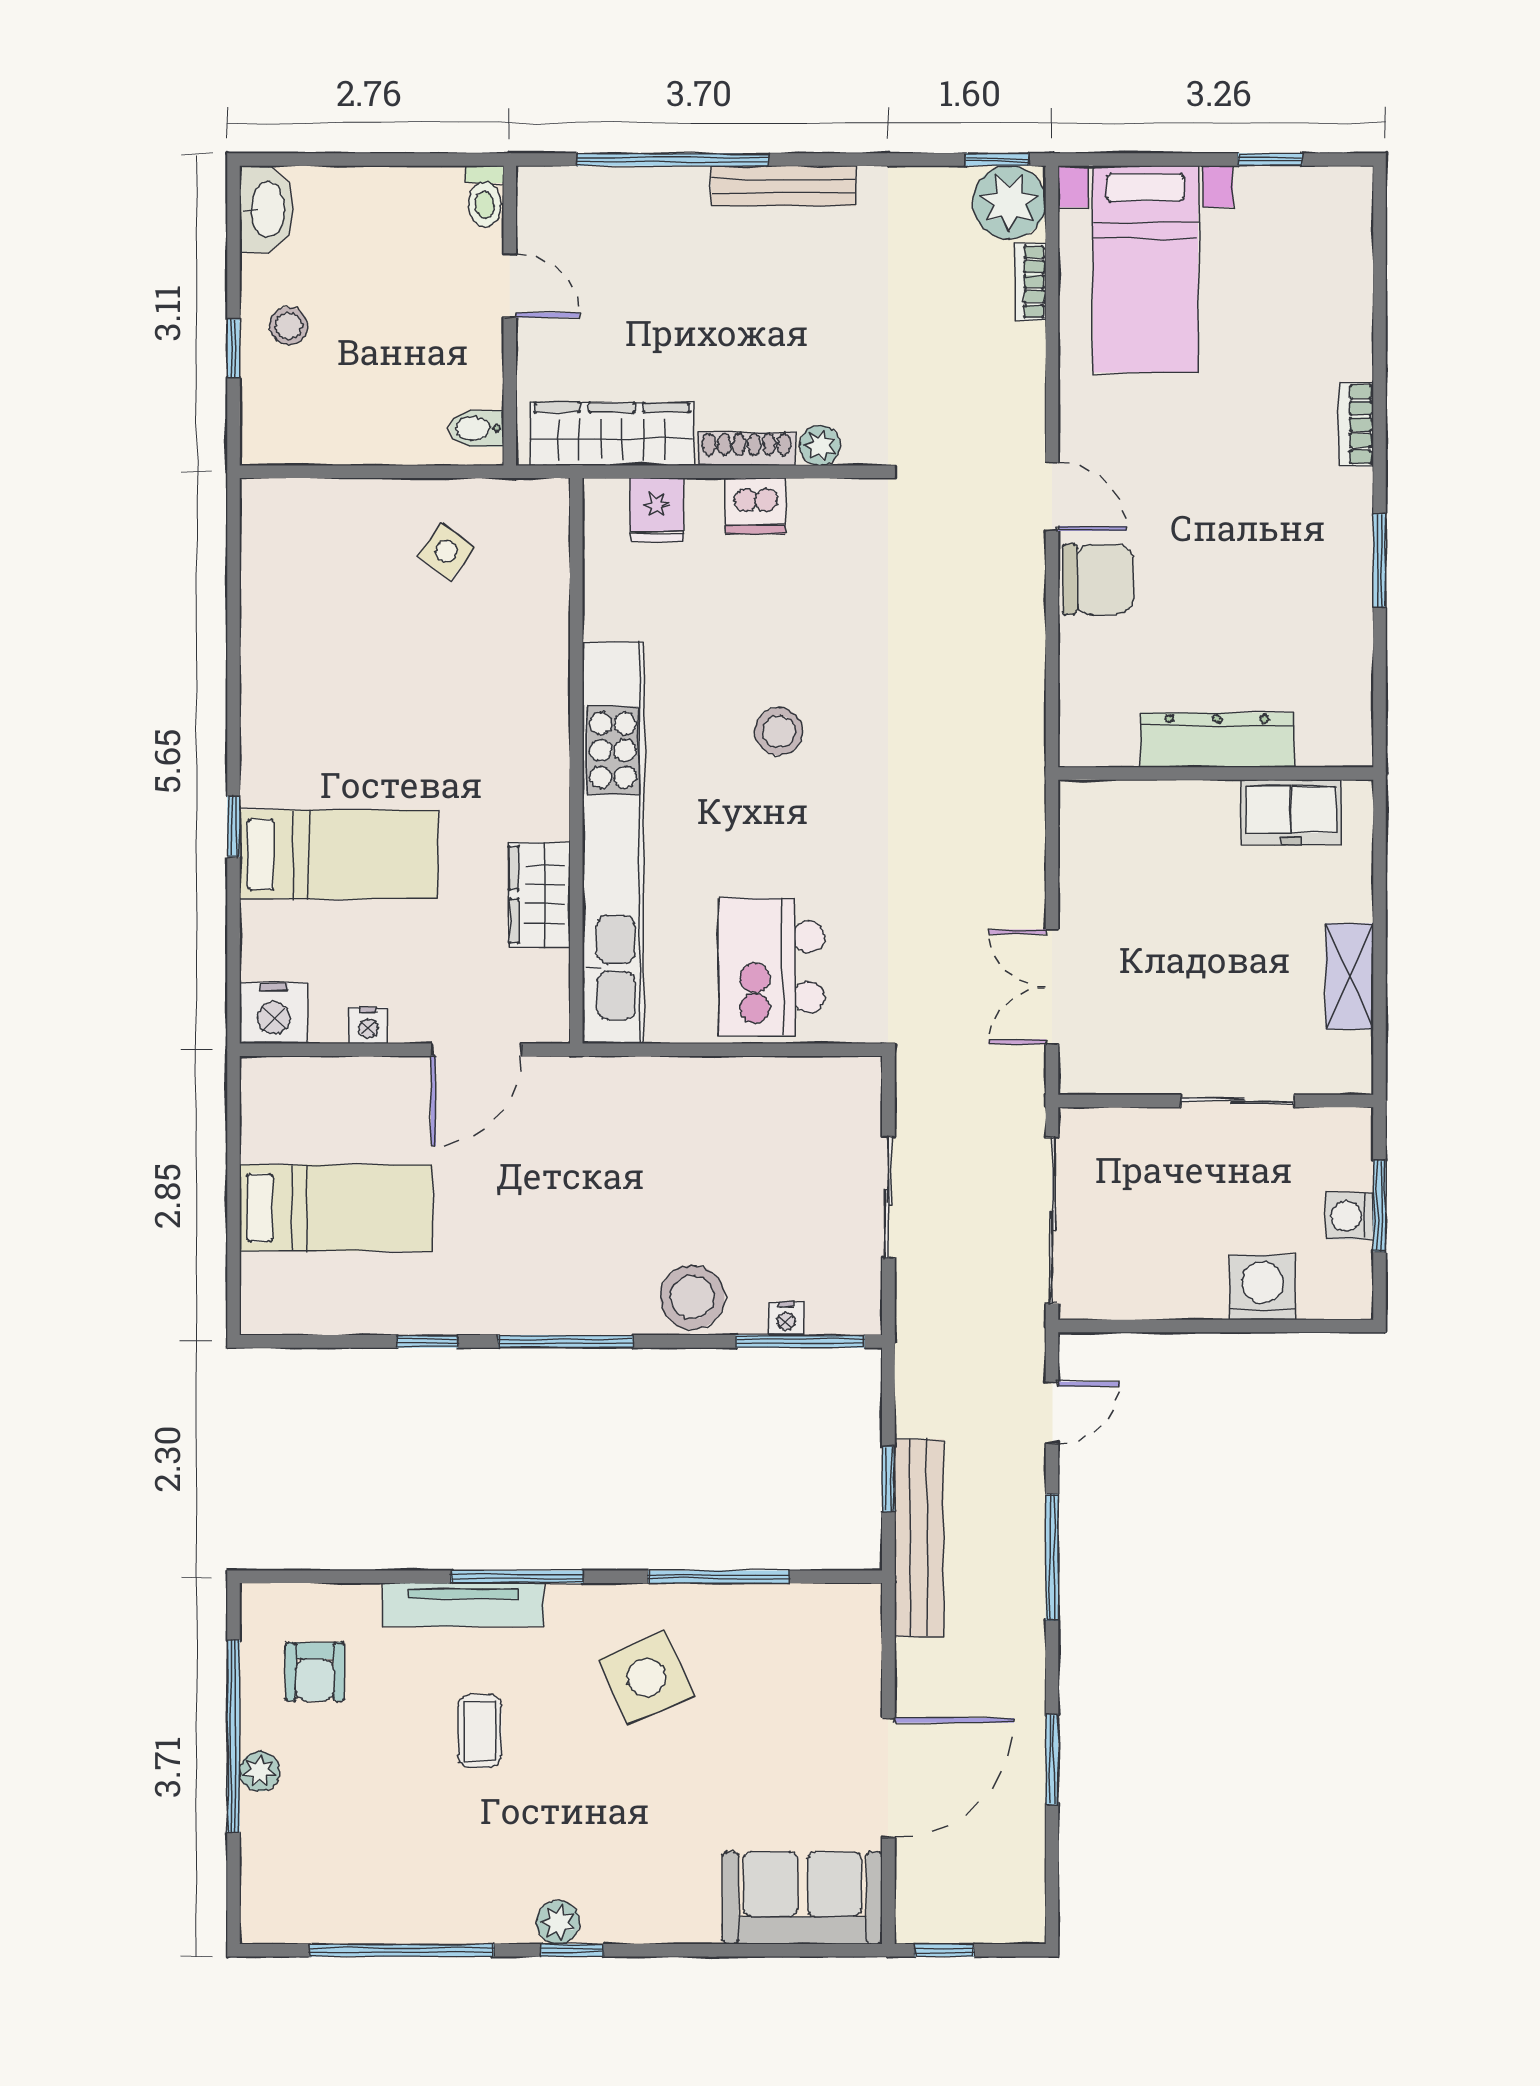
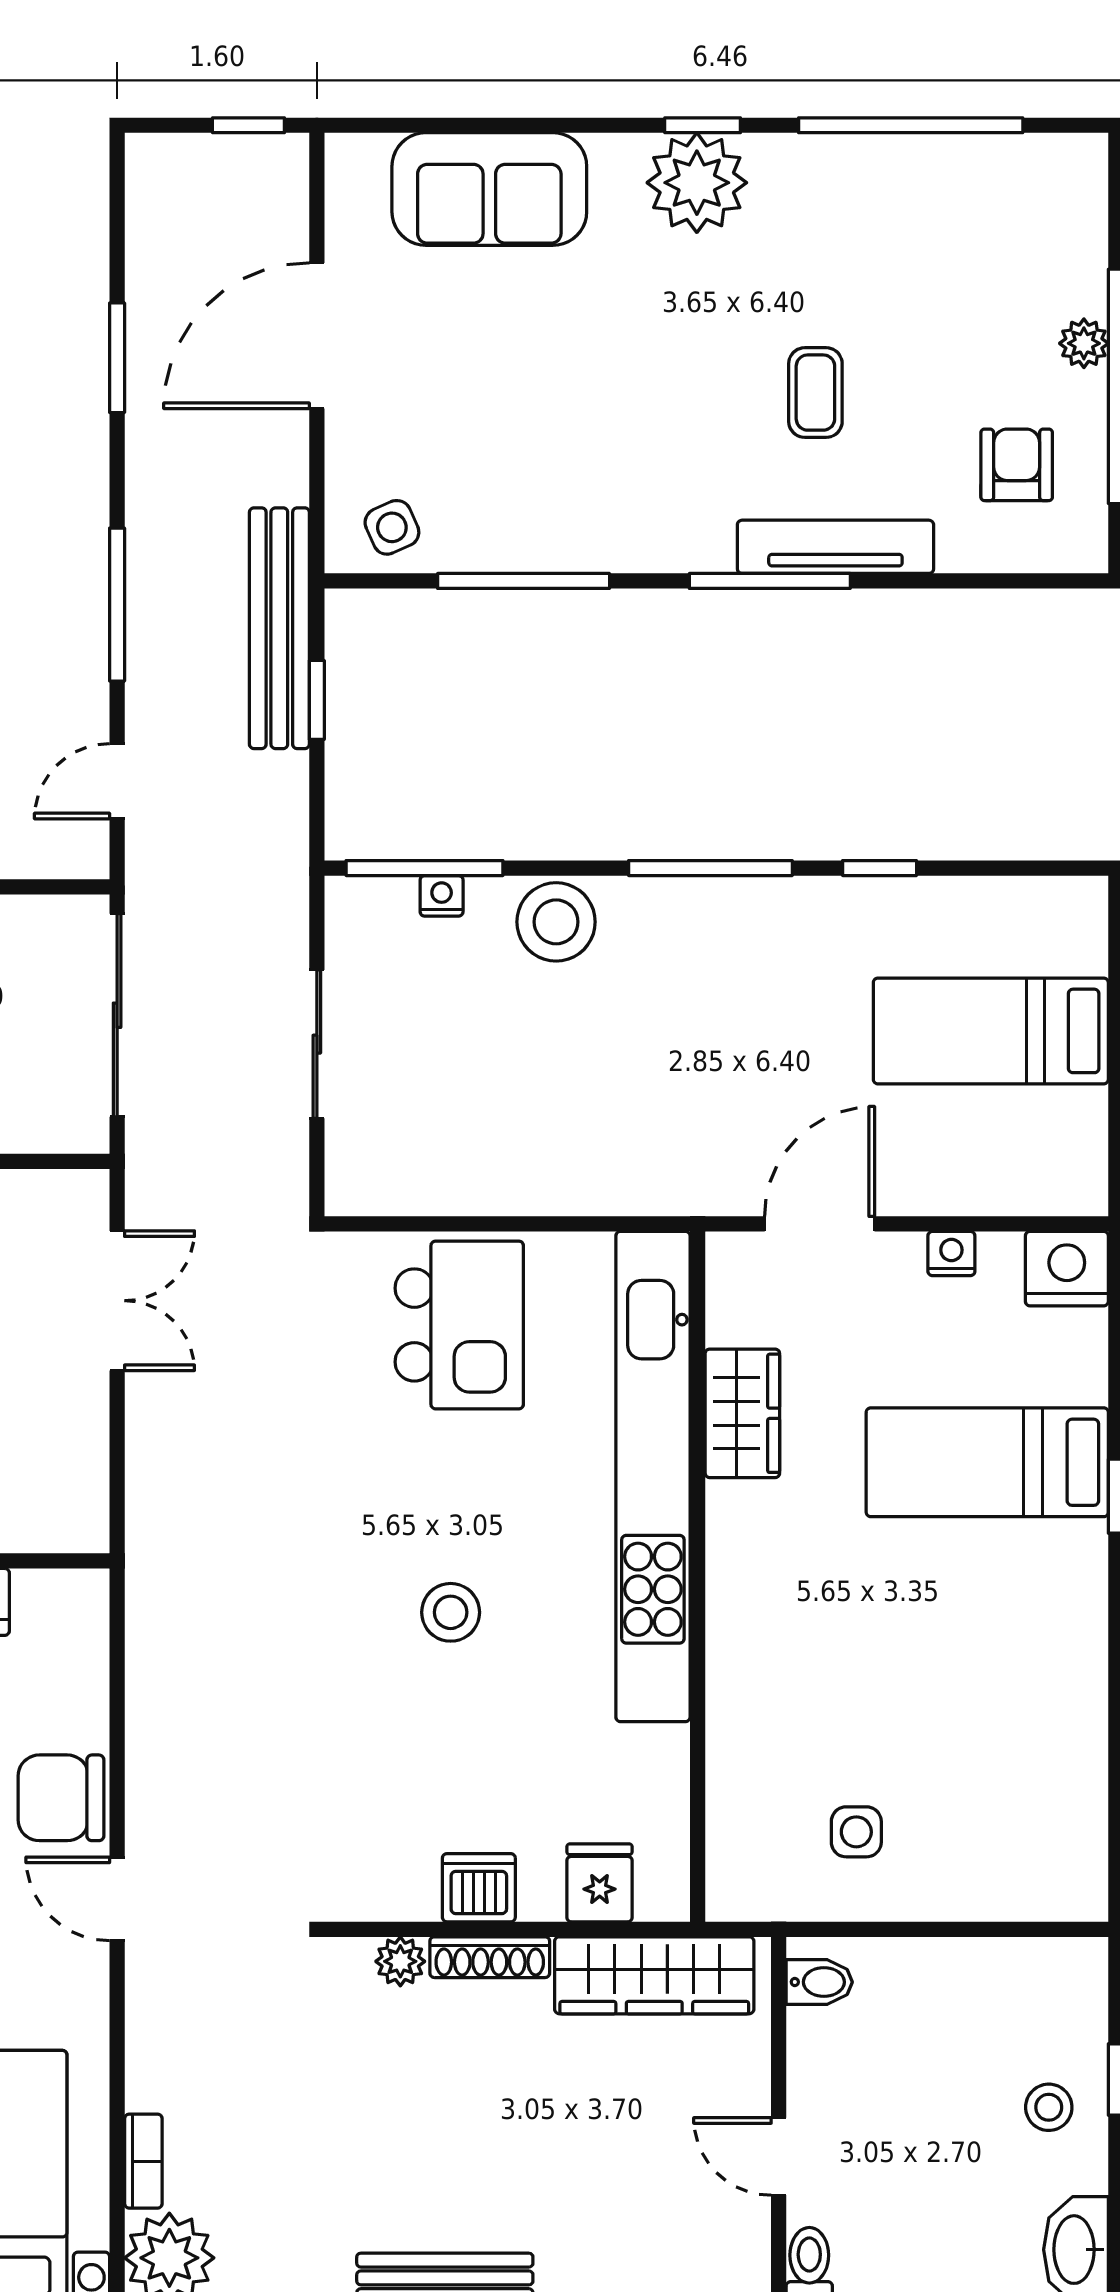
side table: (446, 552) -> (856, 1832), turned -37
side table: (647, 1678) -> (392, 527), moved, width x0.54, depth x0.54
sofa: (802, 1898) -> (489, 189), moved
plant: (558, 1922) -> (697, 183), width x1.88, depth x1.88

